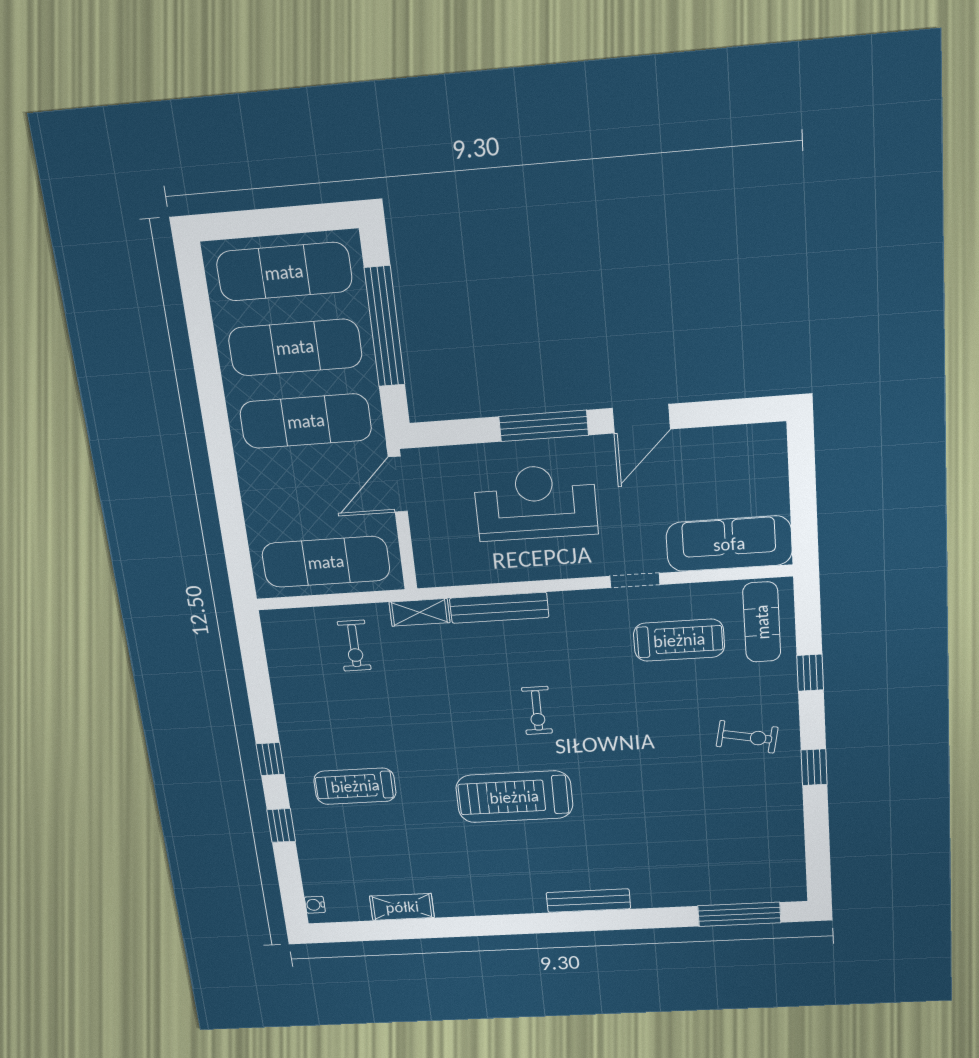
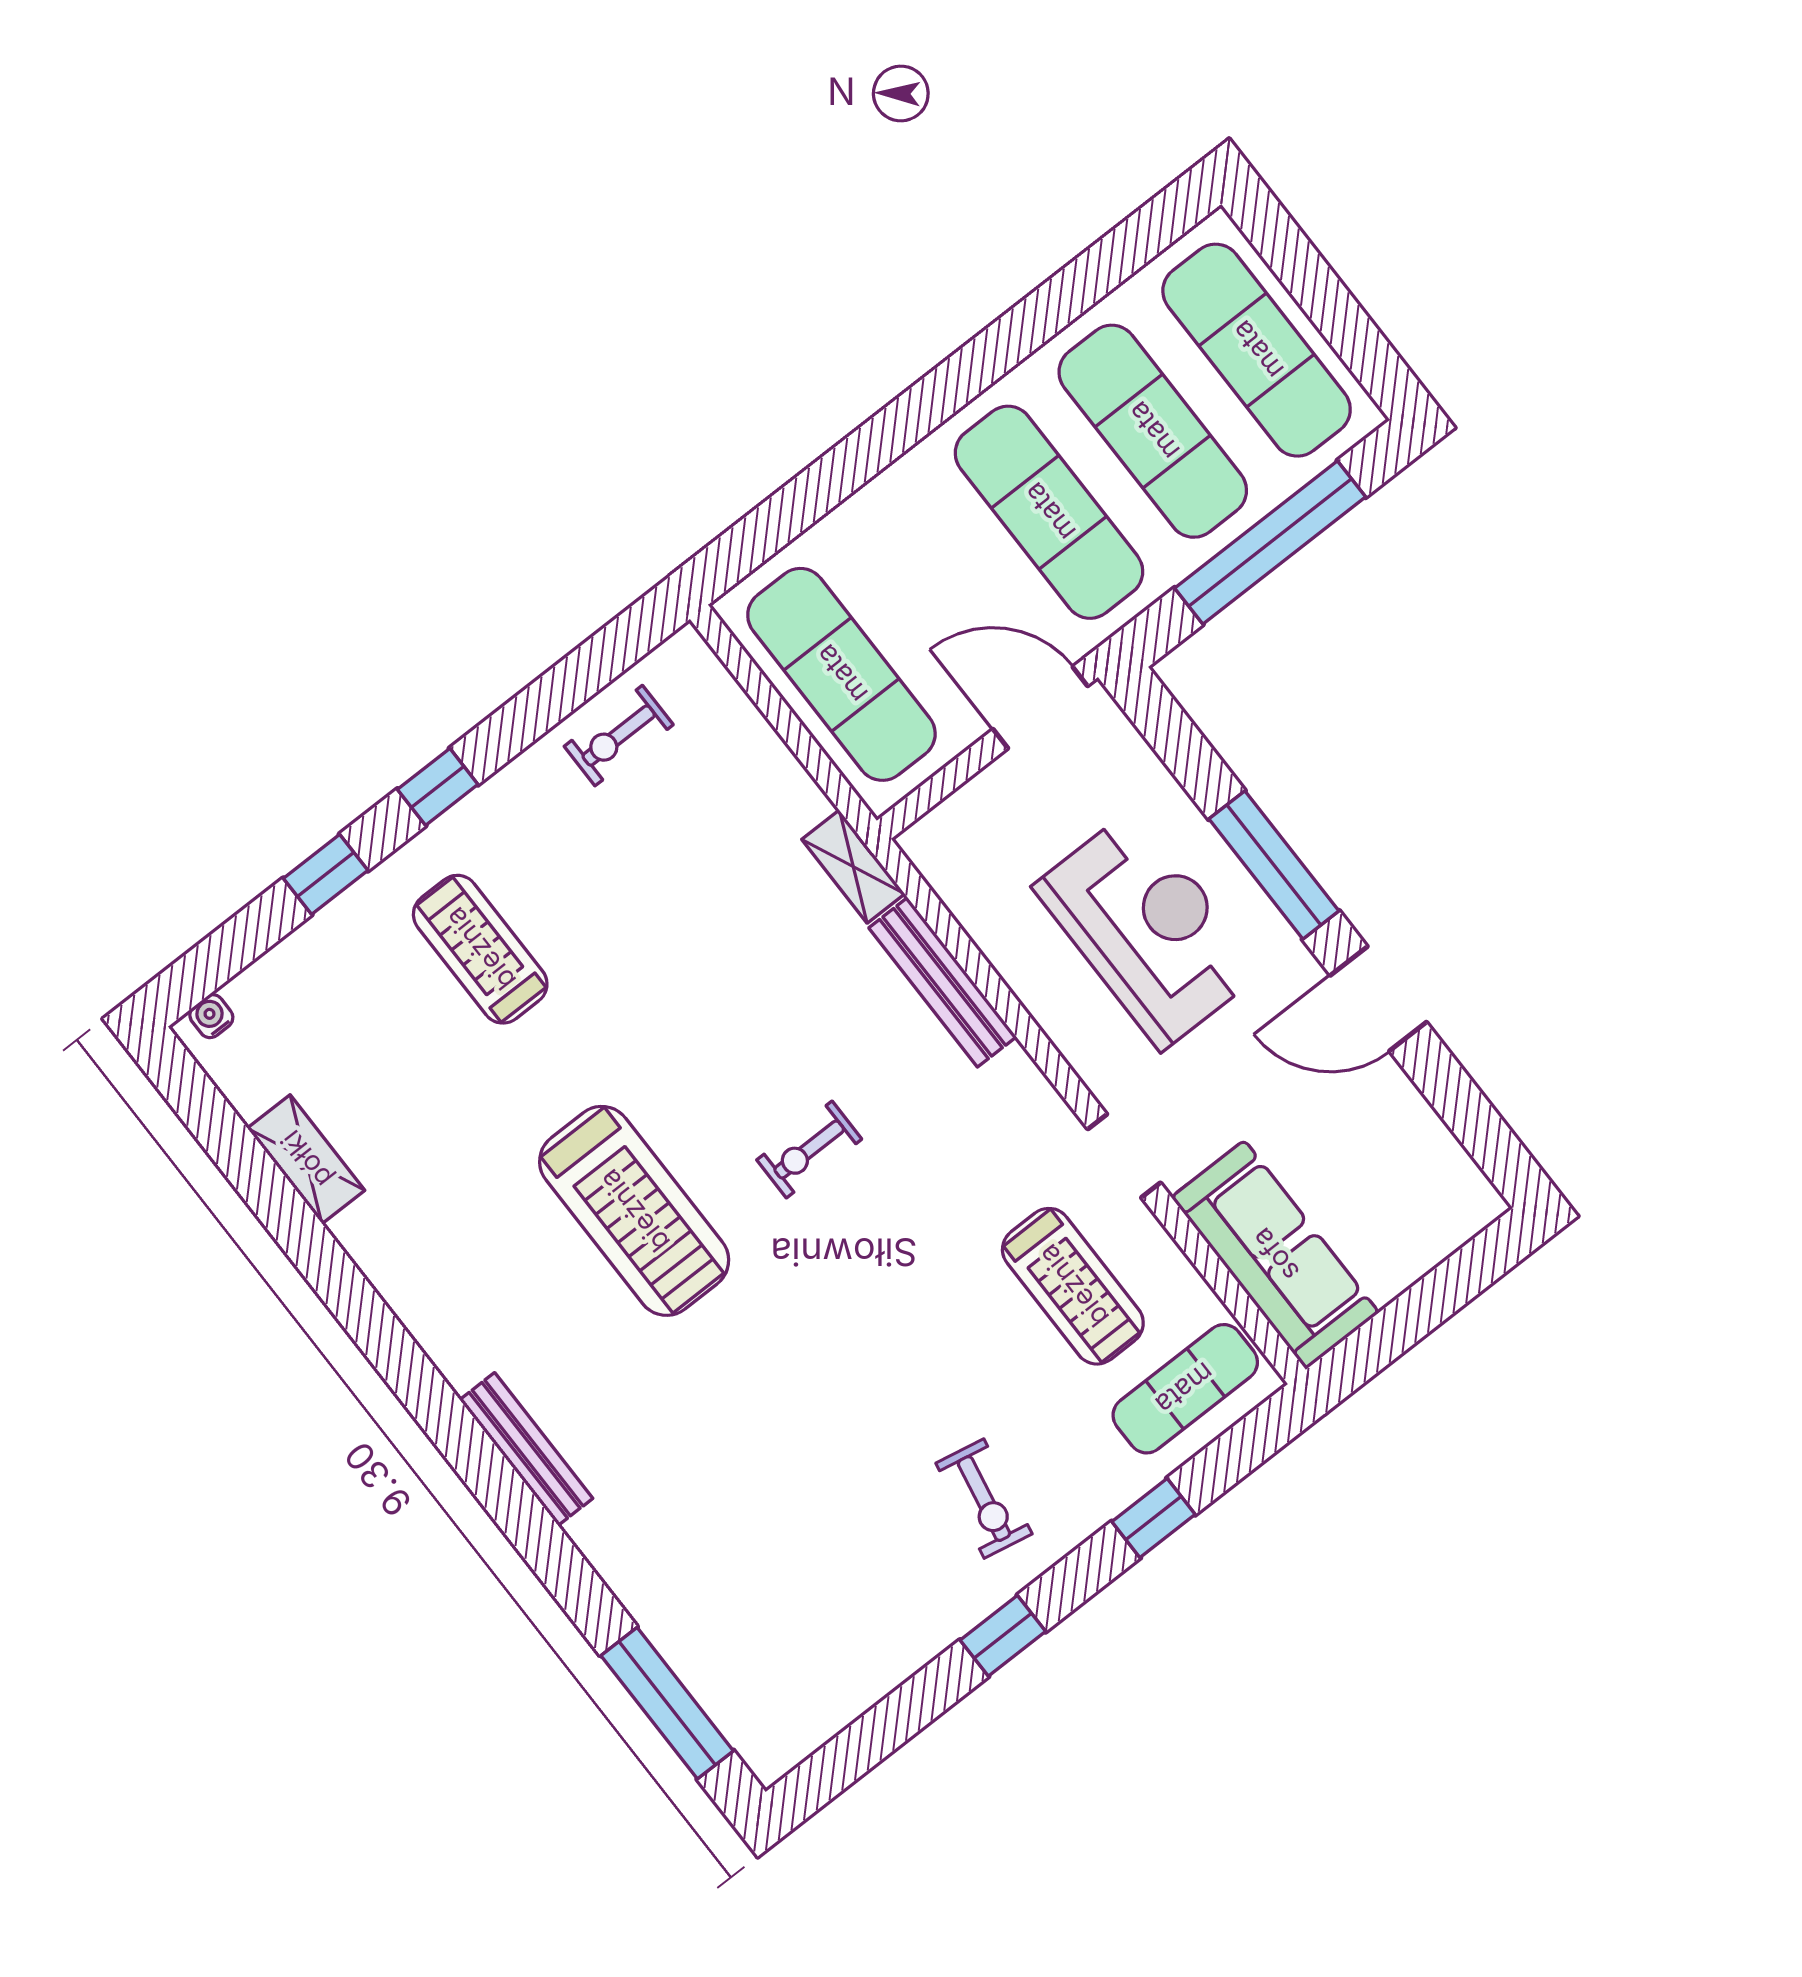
exercise bike: (354, 646) -> (619, 736), moved
treadmill: (514, 797) -> (634, 1211), turned 180

